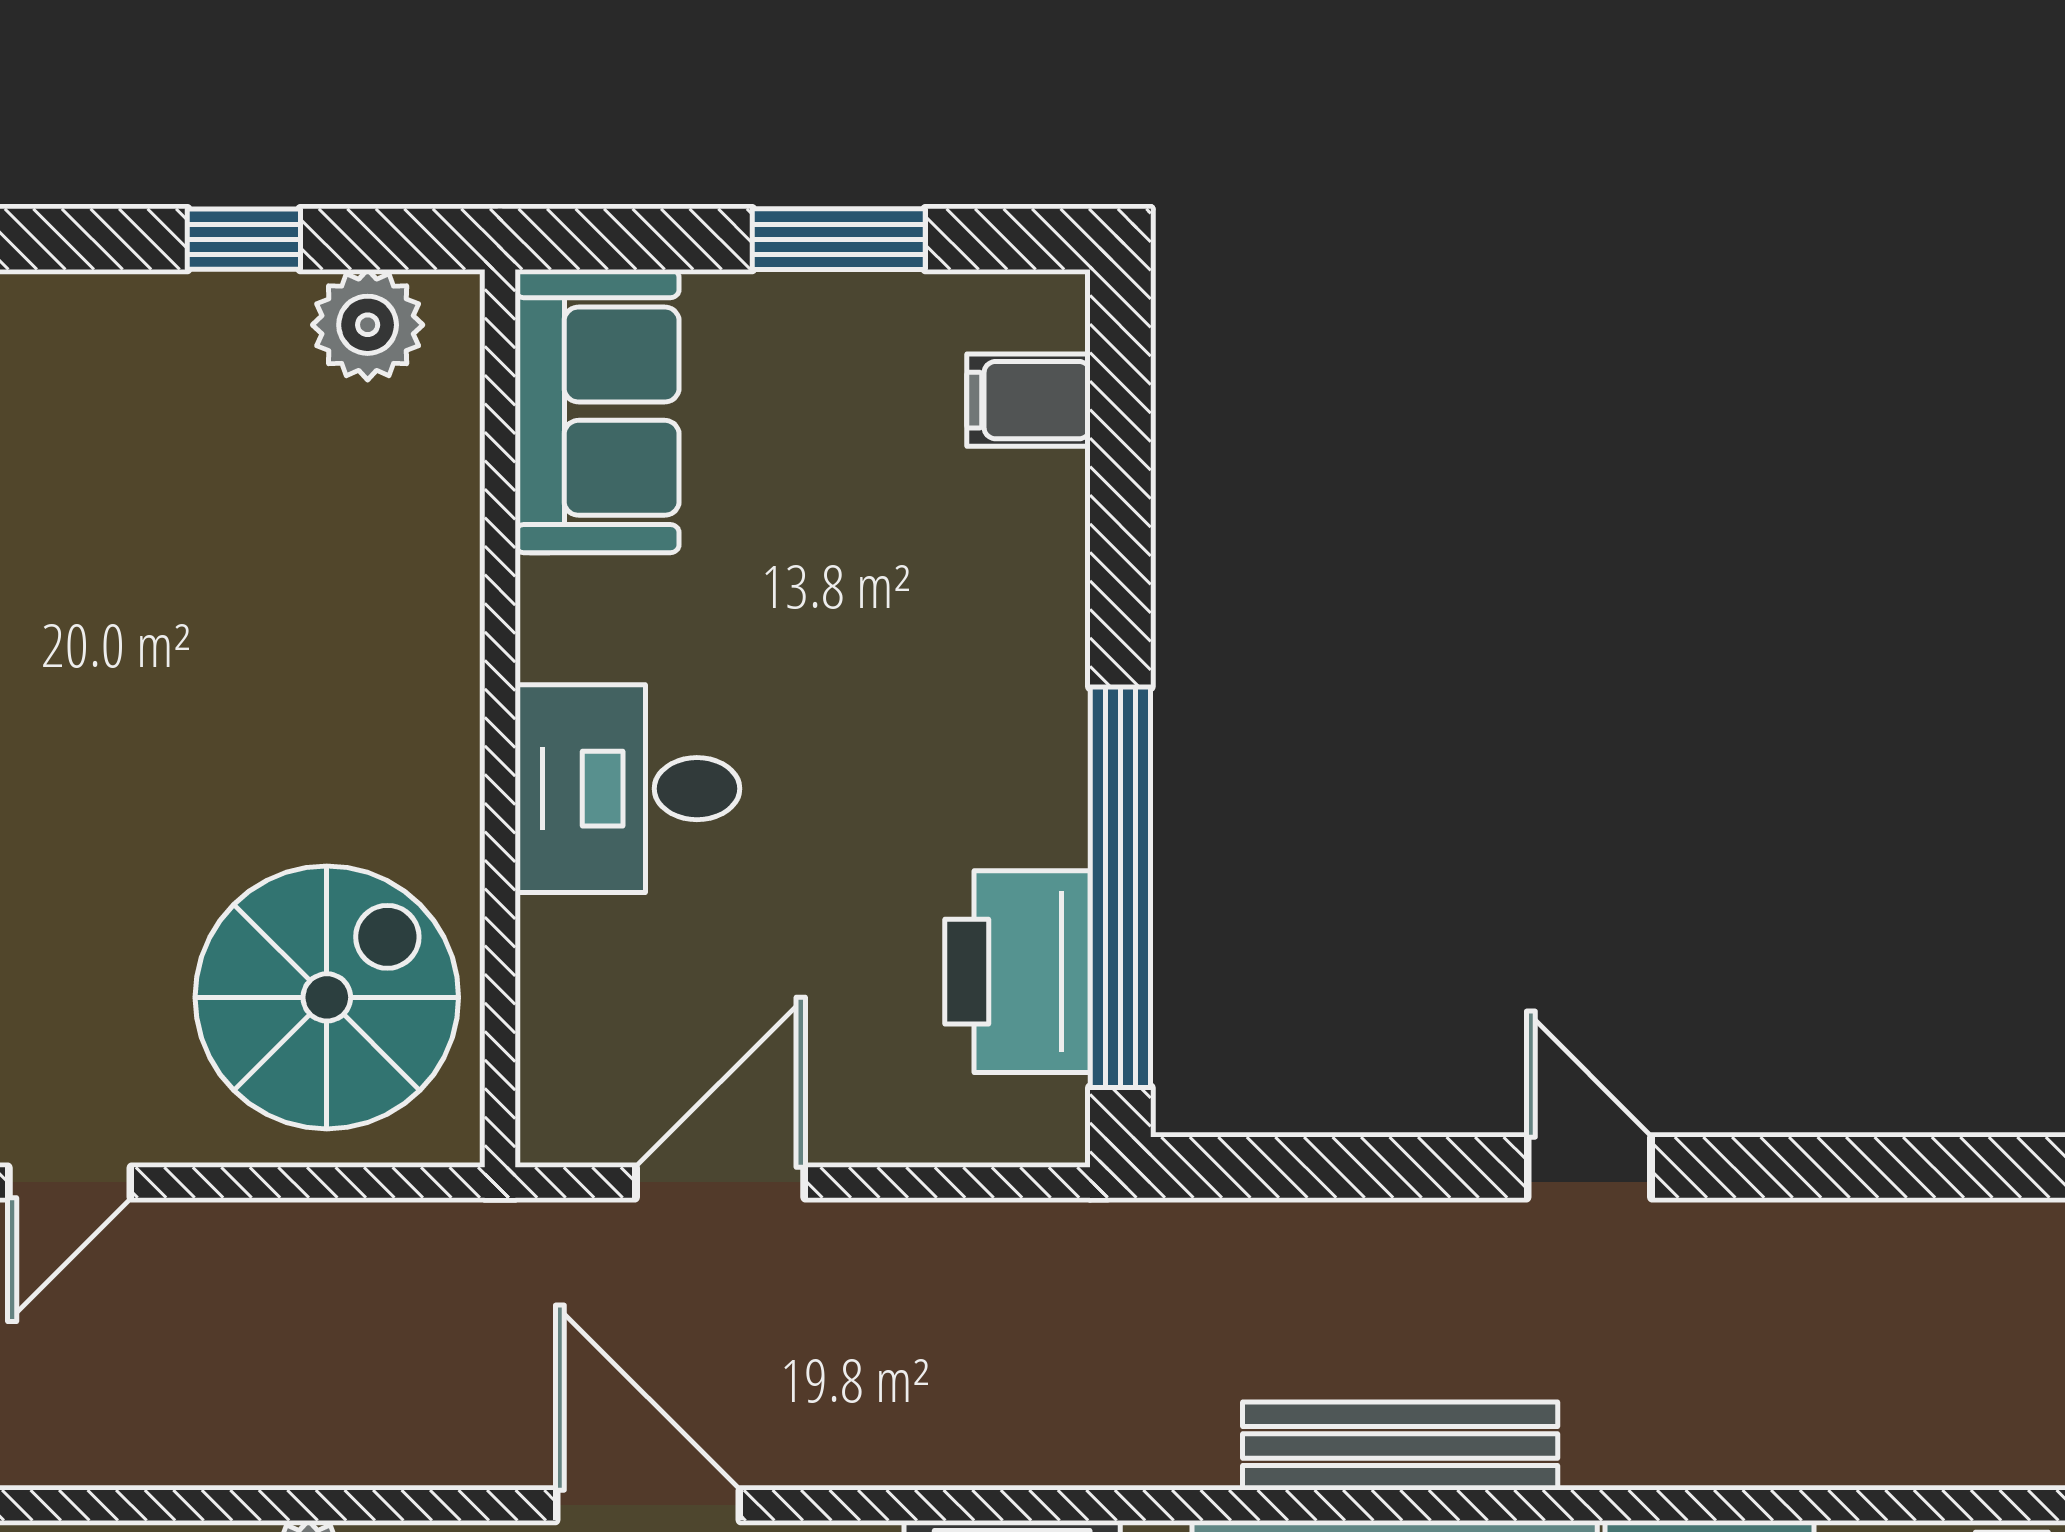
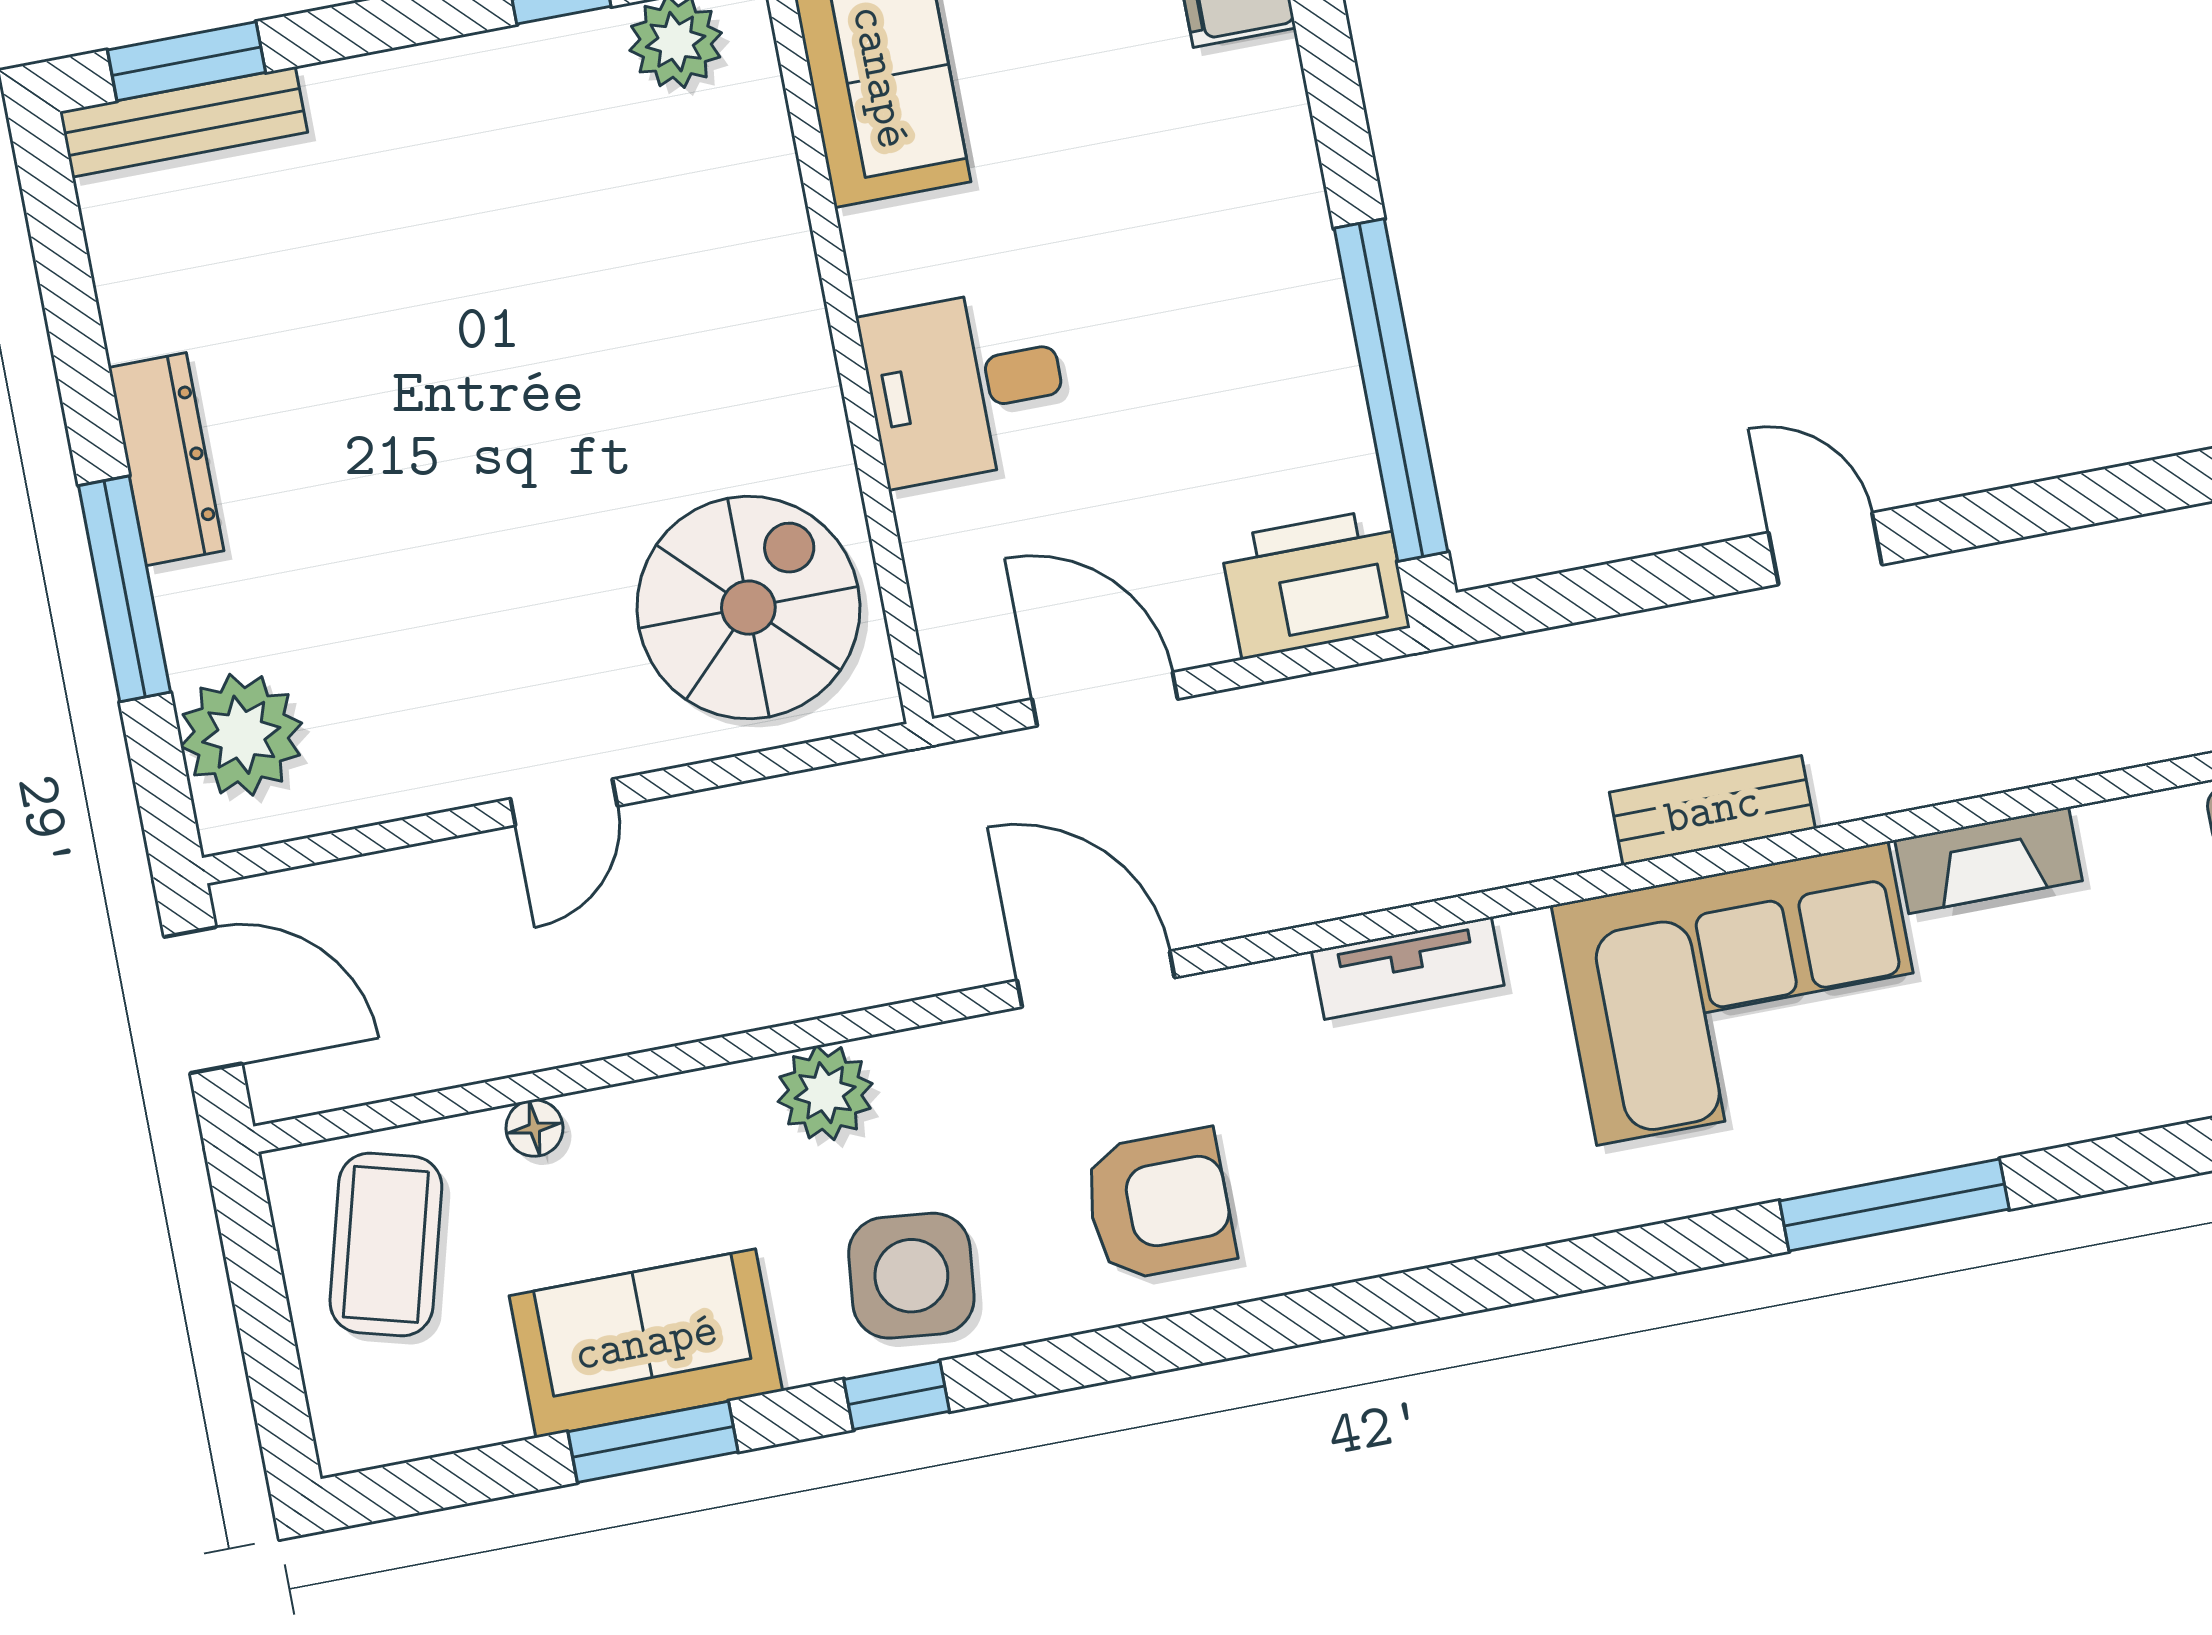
printer: (1018, 972) -> (1315, 583), moved, turned 90
door: (720, 1182) -> (1105, 699), hinge flipped
bench: (1400, 1446) -> (1712, 810), width x0.73

